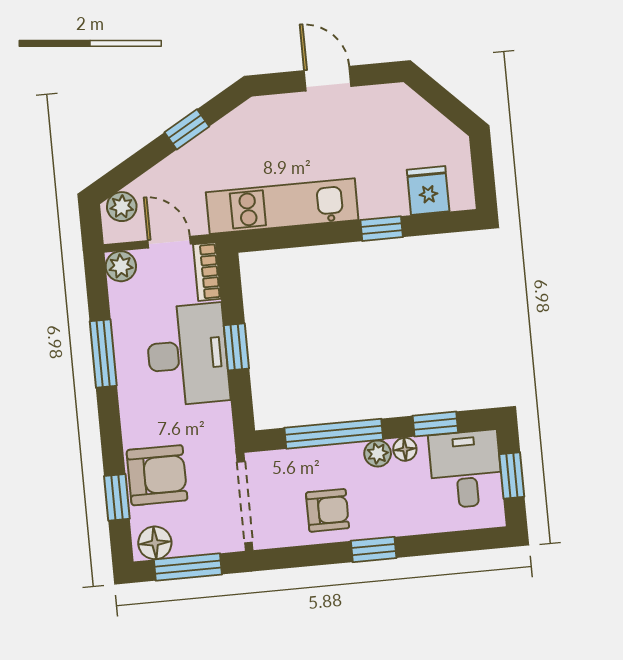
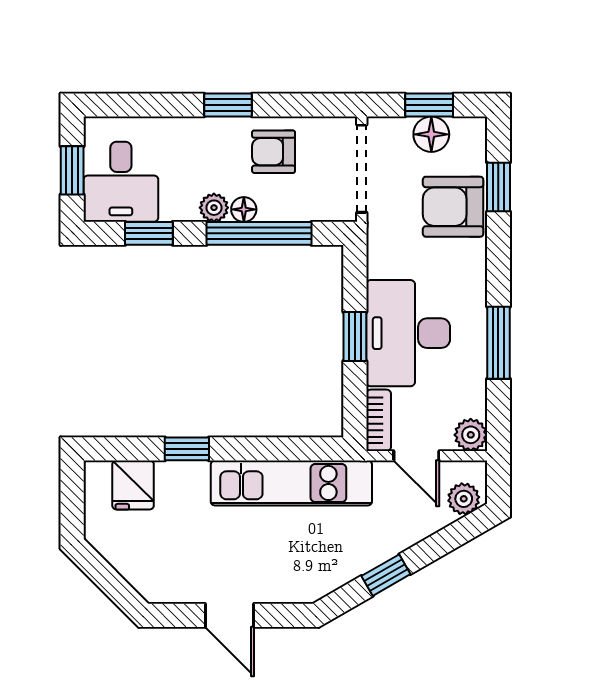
floor lamp: (405, 449) -> (244, 209), moved
floor lamp: (155, 543) -> (431, 134), moved
window: (188, 567) -> (429, 105), width x0.67

